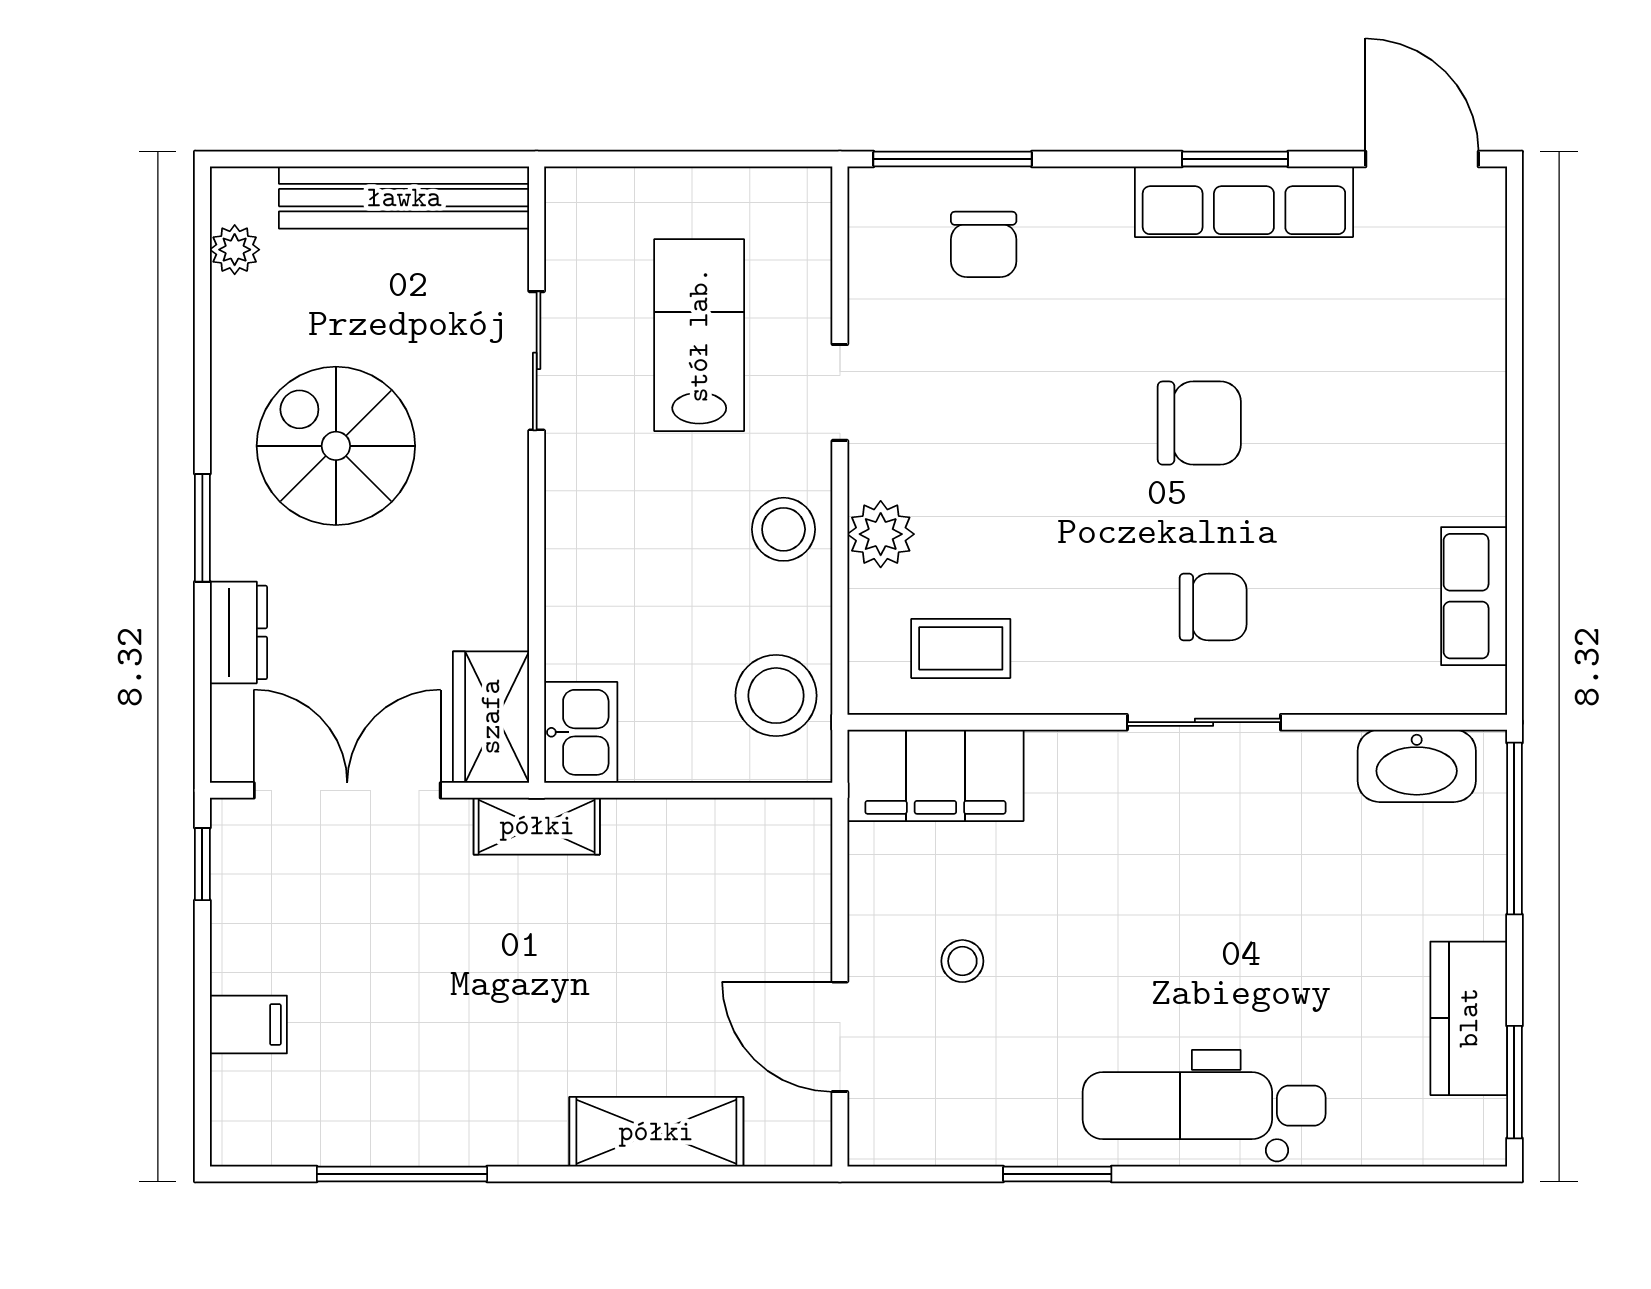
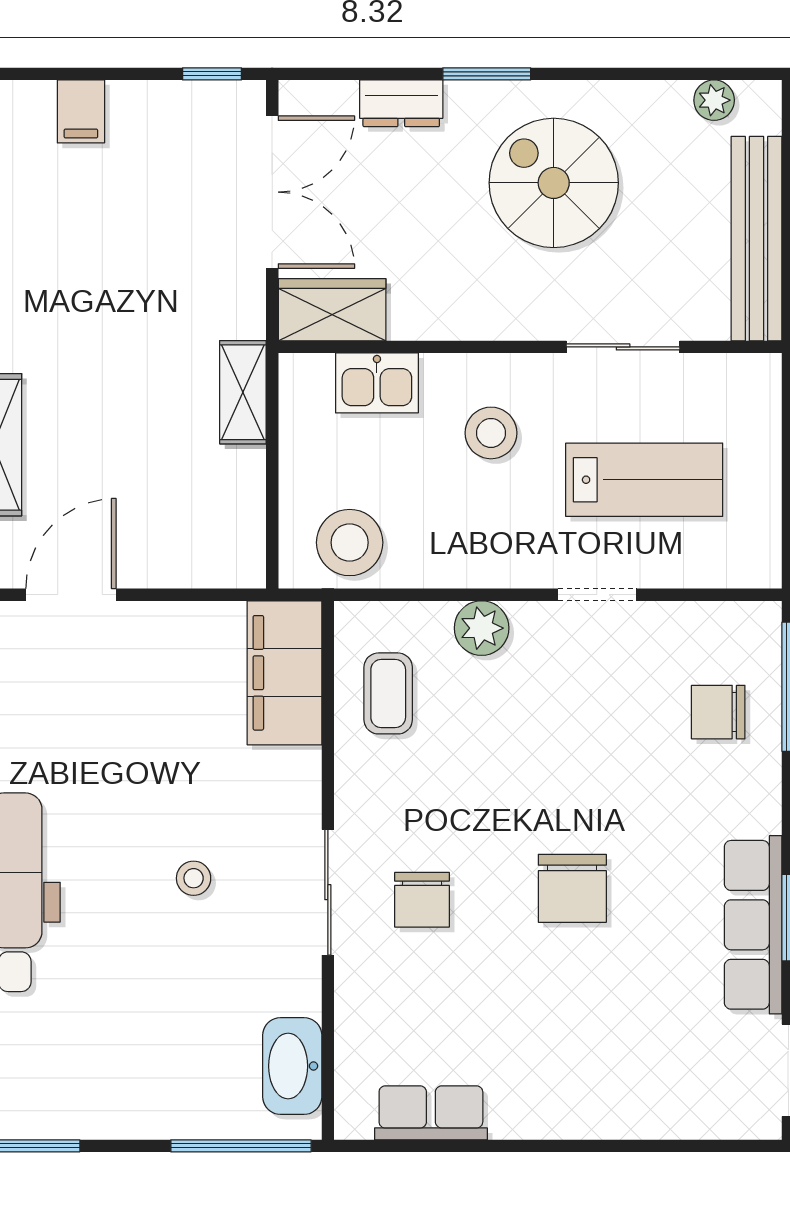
spiral stairs: (336, 446) -> (554, 183), turned -90
stool: (784, 529) -> (491, 433), moved
kitchen sink: (581, 732) -> (377, 383), moved
shelving: (537, 826) -> (243, 392), moved
stool: (962, 961) -> (194, 878), moved
kitchen counter: (1469, 1018) -> (86, 1108), removed

